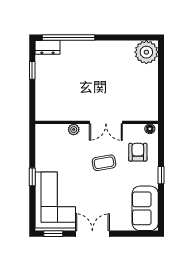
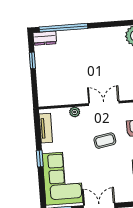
double door: (106, 122) -> (104, 103), swing flipped
tv unit: (41, 145) -> (46, 128), added

